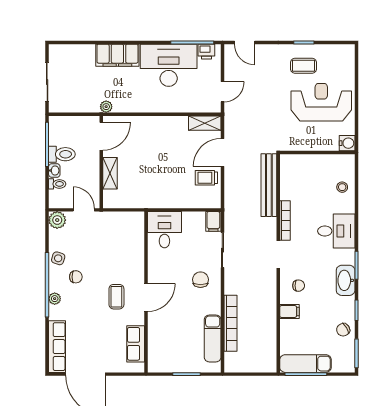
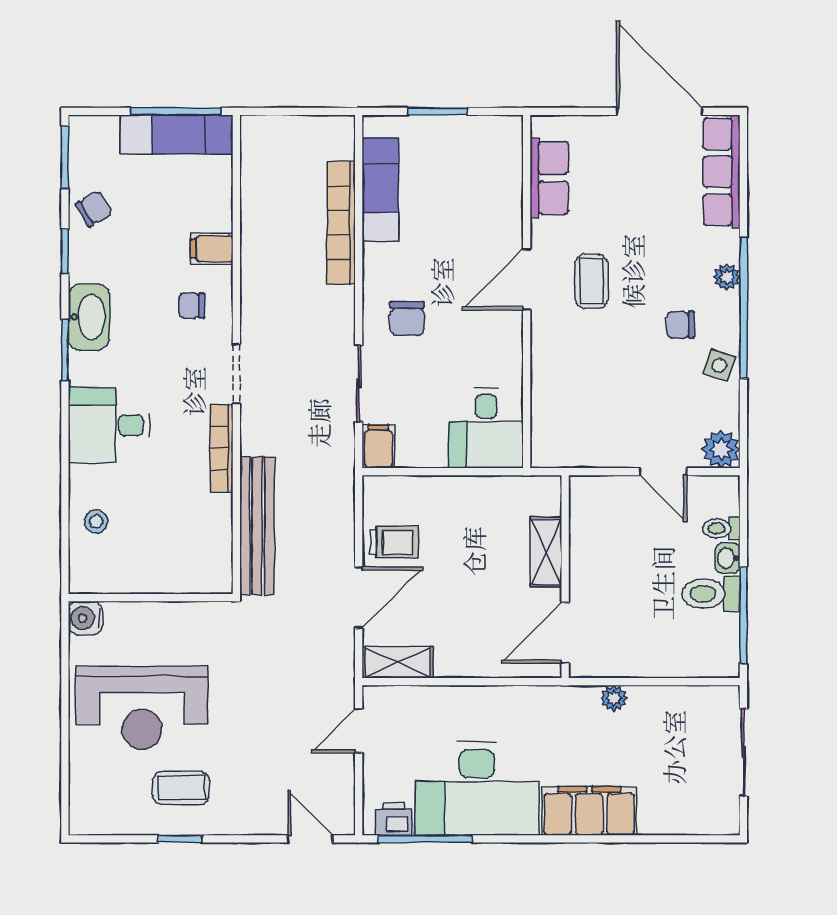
door: (101, 136) -> (565, 633), moved
wall: (101, 162) -> (565, 577), moved
shelving: (110, 173) -> (546, 552), moved

